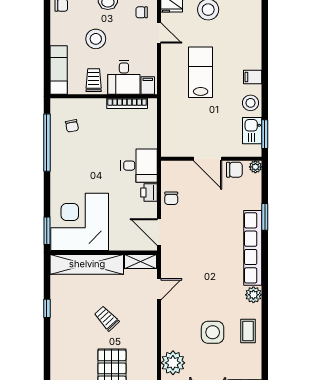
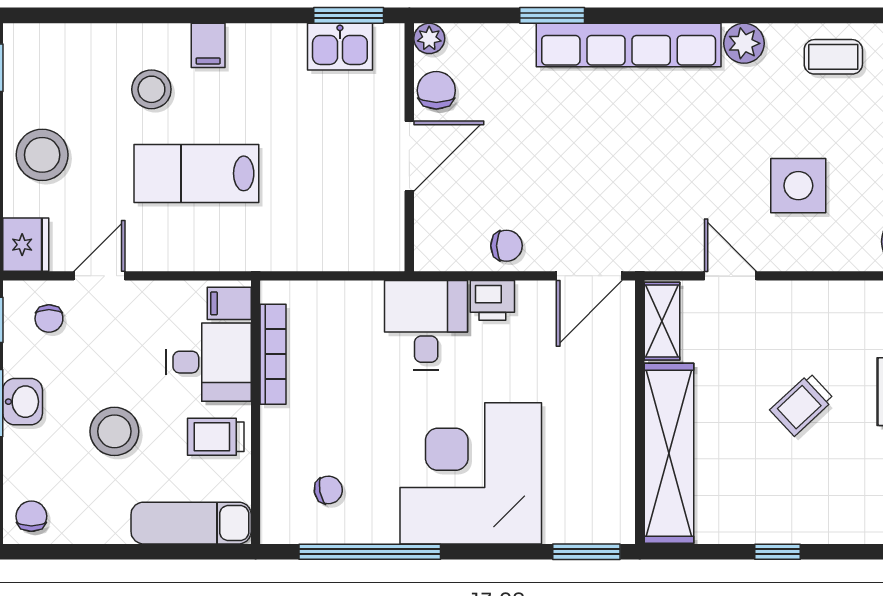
stool: (251, 103) -> (151, 89), moved
corner desk: (80, 222) -> (471, 473), moved, turned 90
side table: (213, 332) -> (798, 186), moved

